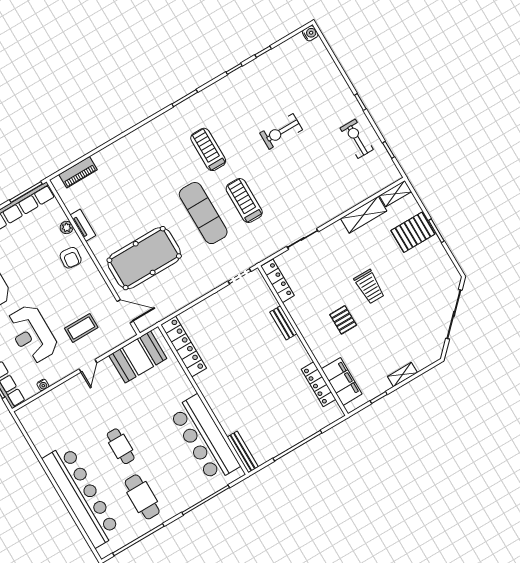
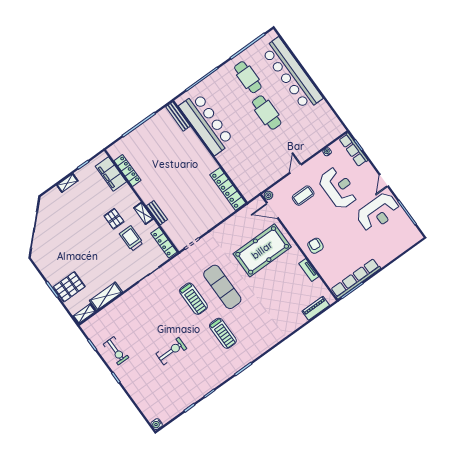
plant: (67, 228) -> (268, 195), moved
trolley: (369, 287) -> (131, 238), moved
shelving: (302, 323) -> (143, 213), added
booth: (138, 357) -> (260, 178), removed
cafe table: (121, 446) -> (267, 112), width x1.37, depth x1.35

